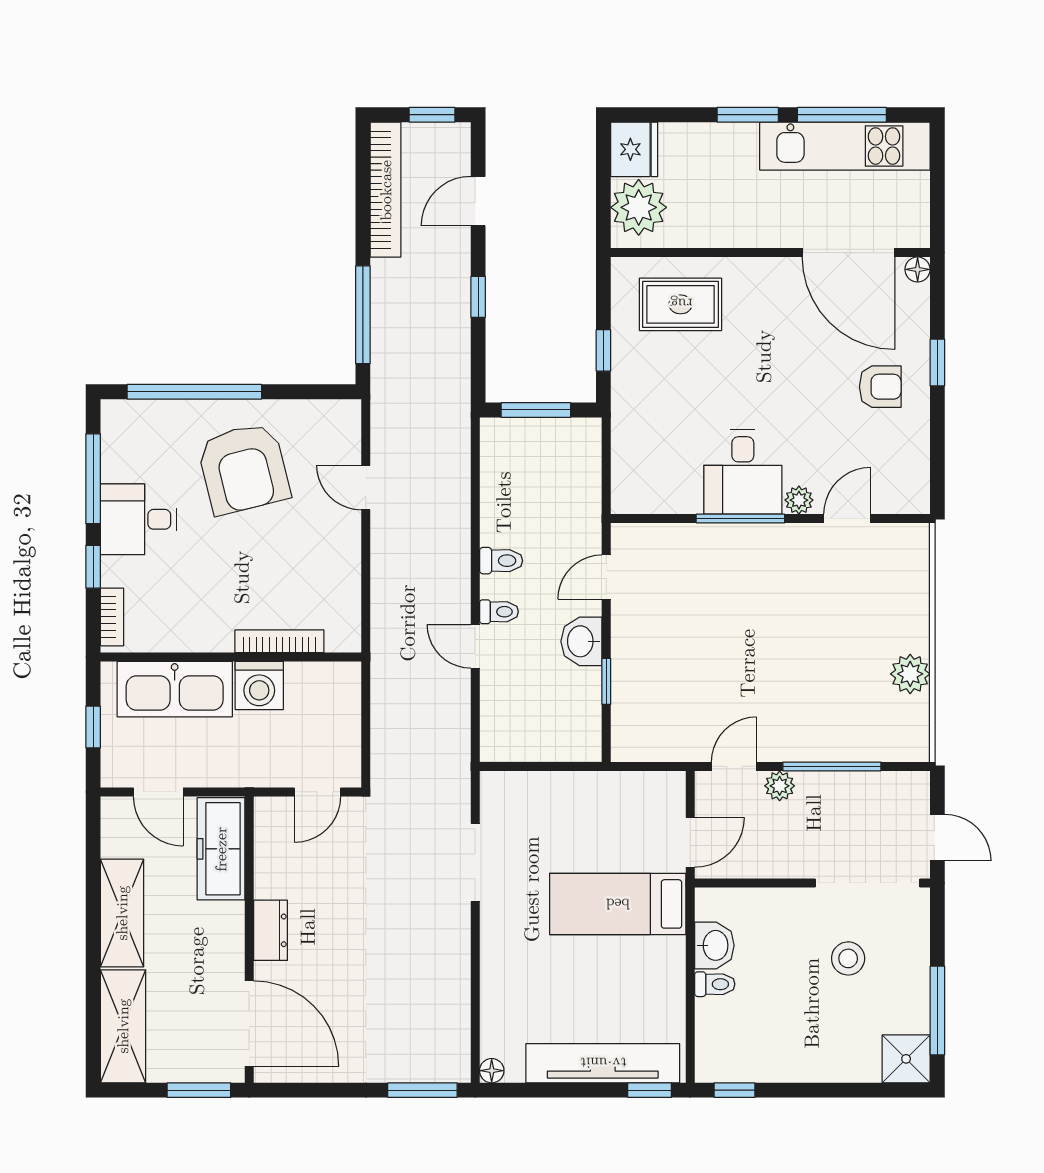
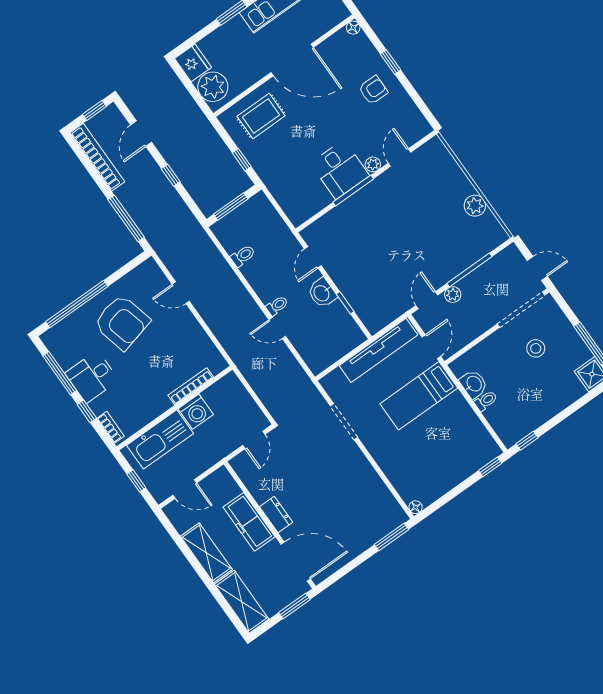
door: (848, 253) -> (292, 60), moved
toilet: (501, 561) -> (243, 256), moved
freezer: (221, 849) -> (249, 522), moved
tv unit: (603, 1063) -> (379, 350), moved, turned 180

